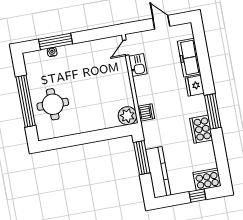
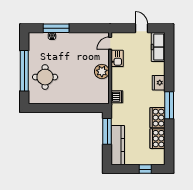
freezer: (189, 58) -> (158, 47), moved
plant: (127, 116) -> (102, 71), moved
cooker: (207, 179) -> (158, 139), moved, turned -90

